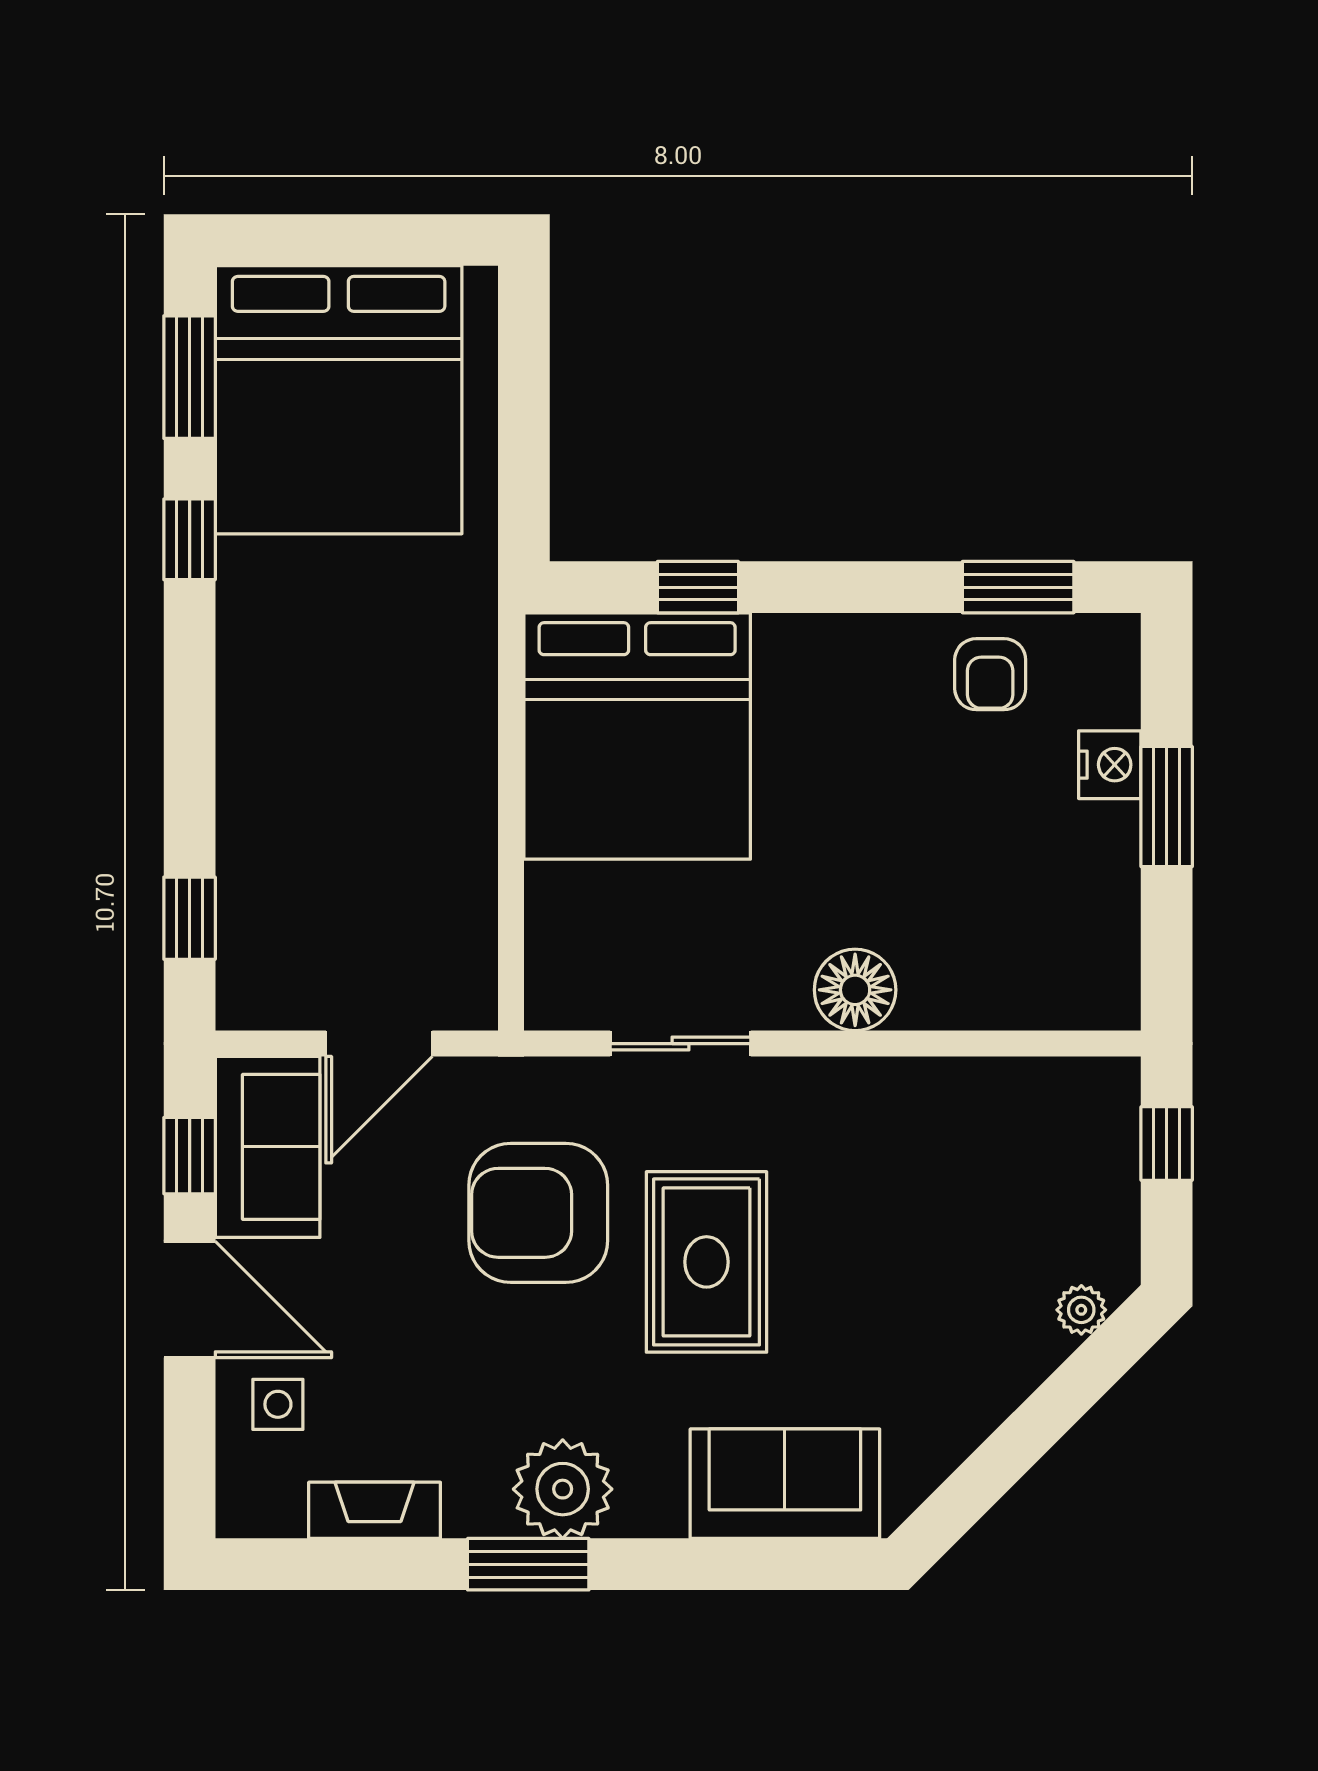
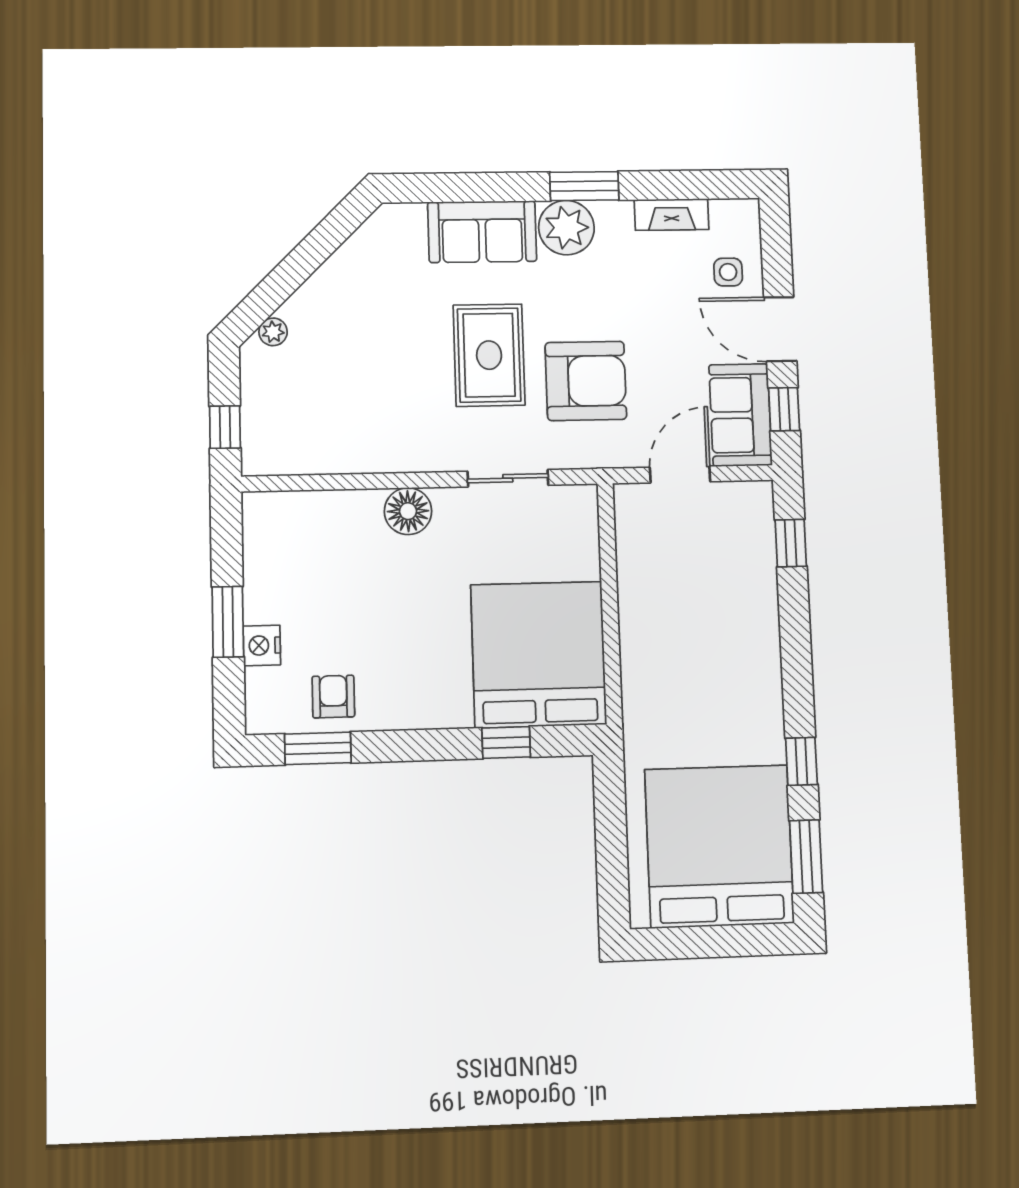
sofa: (785, 1484) -> (482, 232), moved

